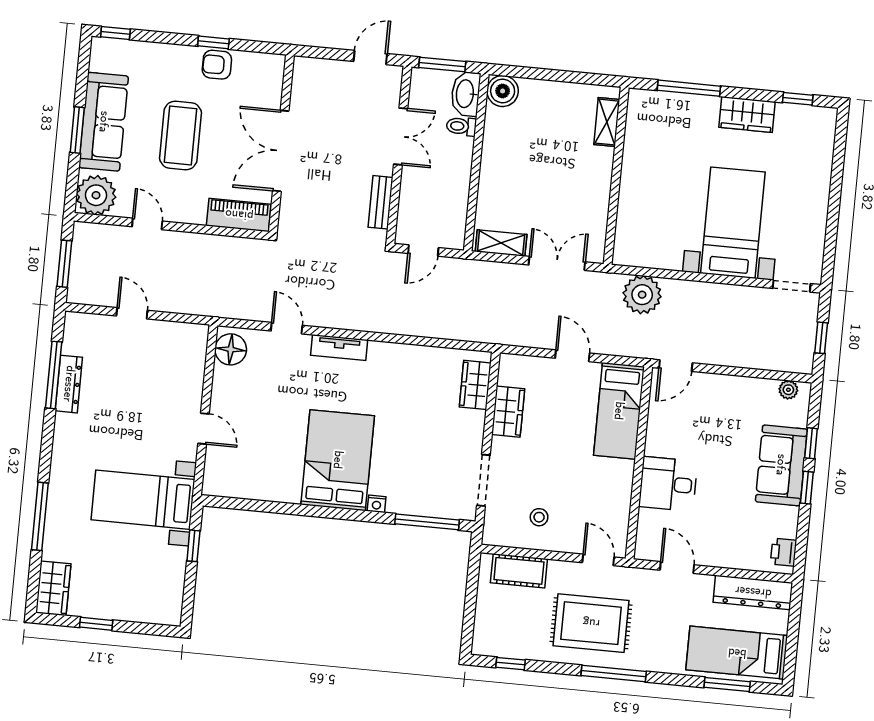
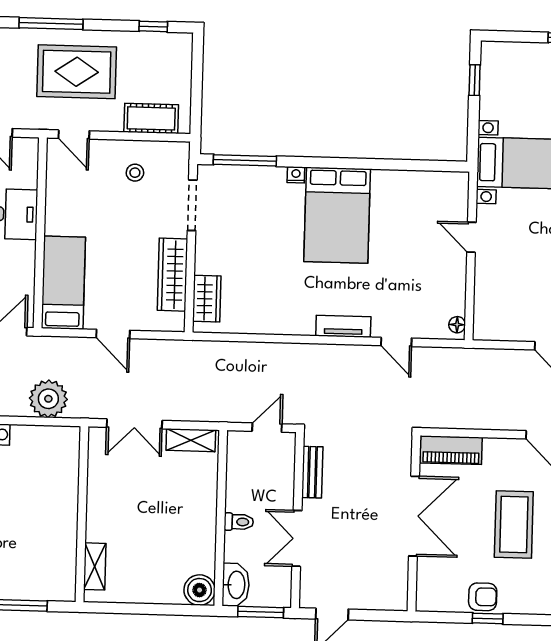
toilet: (461, 126) -> (239, 522), moved
floor lamp: (231, 349) -> (457, 325), width x0.53, depth x0.53
wardrobe: (508, 412) -> (172, 275), width x1.50
window: (193, 546) -> (475, 80), moved

